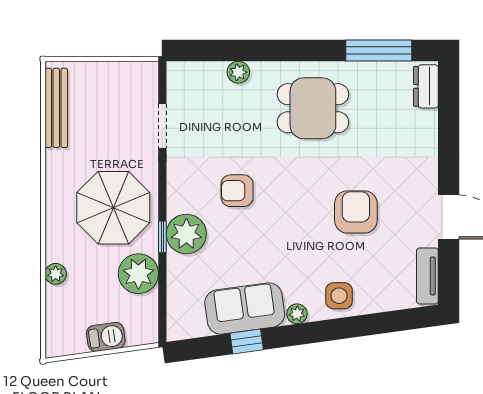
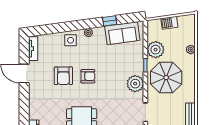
armchair: (237, 191) -> (88, 76), moved
plant: (186, 234) -> (135, 84), moved
sofa: (245, 309) -> (122, 33), moved

